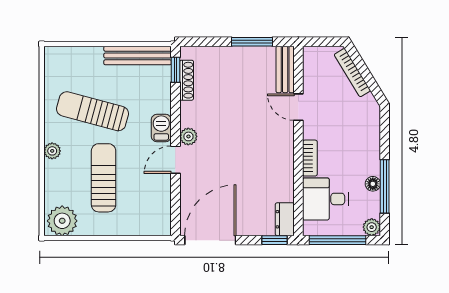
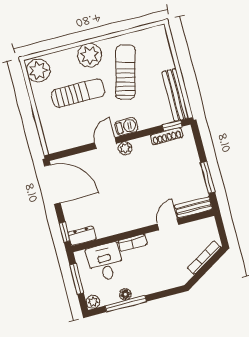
plant: (52, 151) -> (90, 55), width x1.88, depth x1.88
door: (175, 160) -> (105, 143), hinge flipped
window: (337, 240) -> (77, 279), width x0.69

